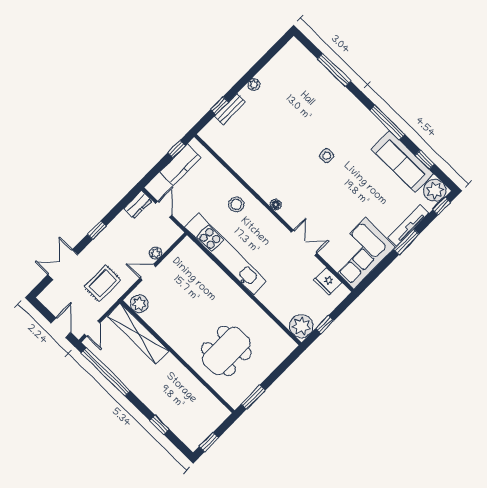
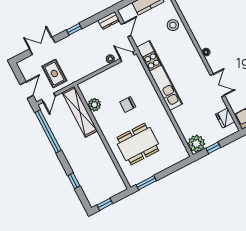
stool: (236, 204) -> (173, 25), moved
door: (148, 272) -> (127, 57), moved
rug: (103, 283) -> (54, 73), moved, turned 90
plant: (139, 304) -> (94, 105), moved
chair: (197, 304) -> (128, 104), added

